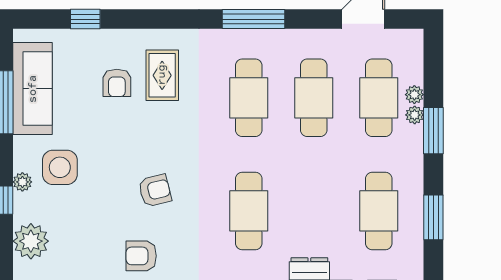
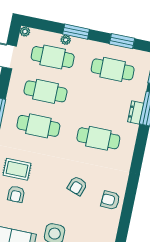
armchair: (117, 83) -> (16, 194), turned 90
plant: (414, 95) -> (25, 32), moved
armchair: (155, 190) -> (77, 186), turned -147
armchair: (141, 256) -> (110, 200), turned 93

